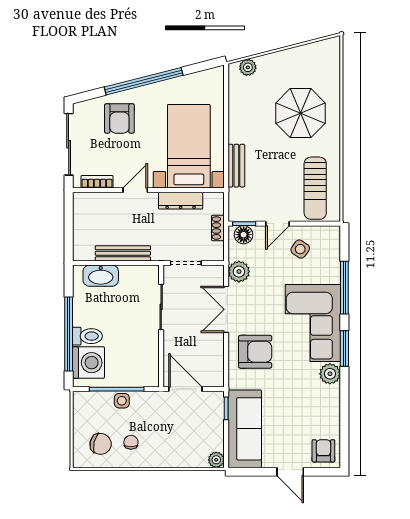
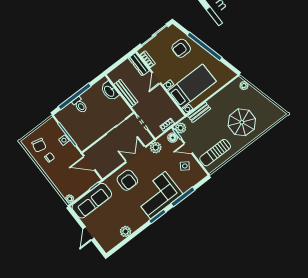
door: (135, 190) -> (156, 78), swing flipped
dresser: (181, 201) -> (139, 64), moved
plant: (238, 211) -> (181, 128), added
washing machine: (88, 363) -> (69, 114), removed
plant: (330, 374) -> (126, 231), moved
door: (185, 389) -> (89, 163), swing flipped
armchair: (323, 451) -> (108, 241), removed

